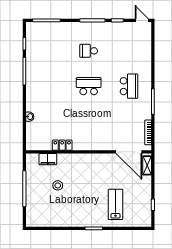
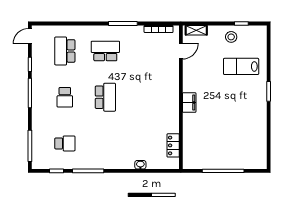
school desk: (48, 51) -> (65, 143), added
school desk: (129, 51) -> (65, 51), added
school desk: (89, 86) -> (105, 97), turned 180
locker: (62, 145) -> (173, 145), moved
door: (129, 152) -> (181, 51), width x0.53
filing cabinet: (48, 159) -> (189, 103), moved
stool: (58, 185) -> (231, 37), moved

